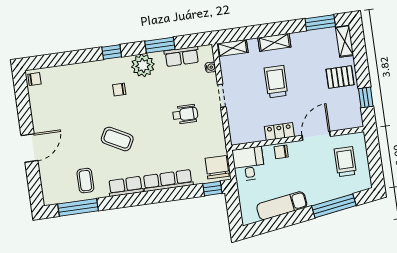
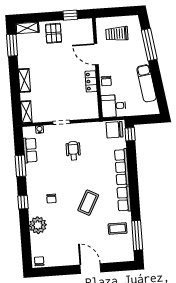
plant: (143, 65) -> (38, 225), moved
trolley: (276, 82) -> (54, 81), removed

